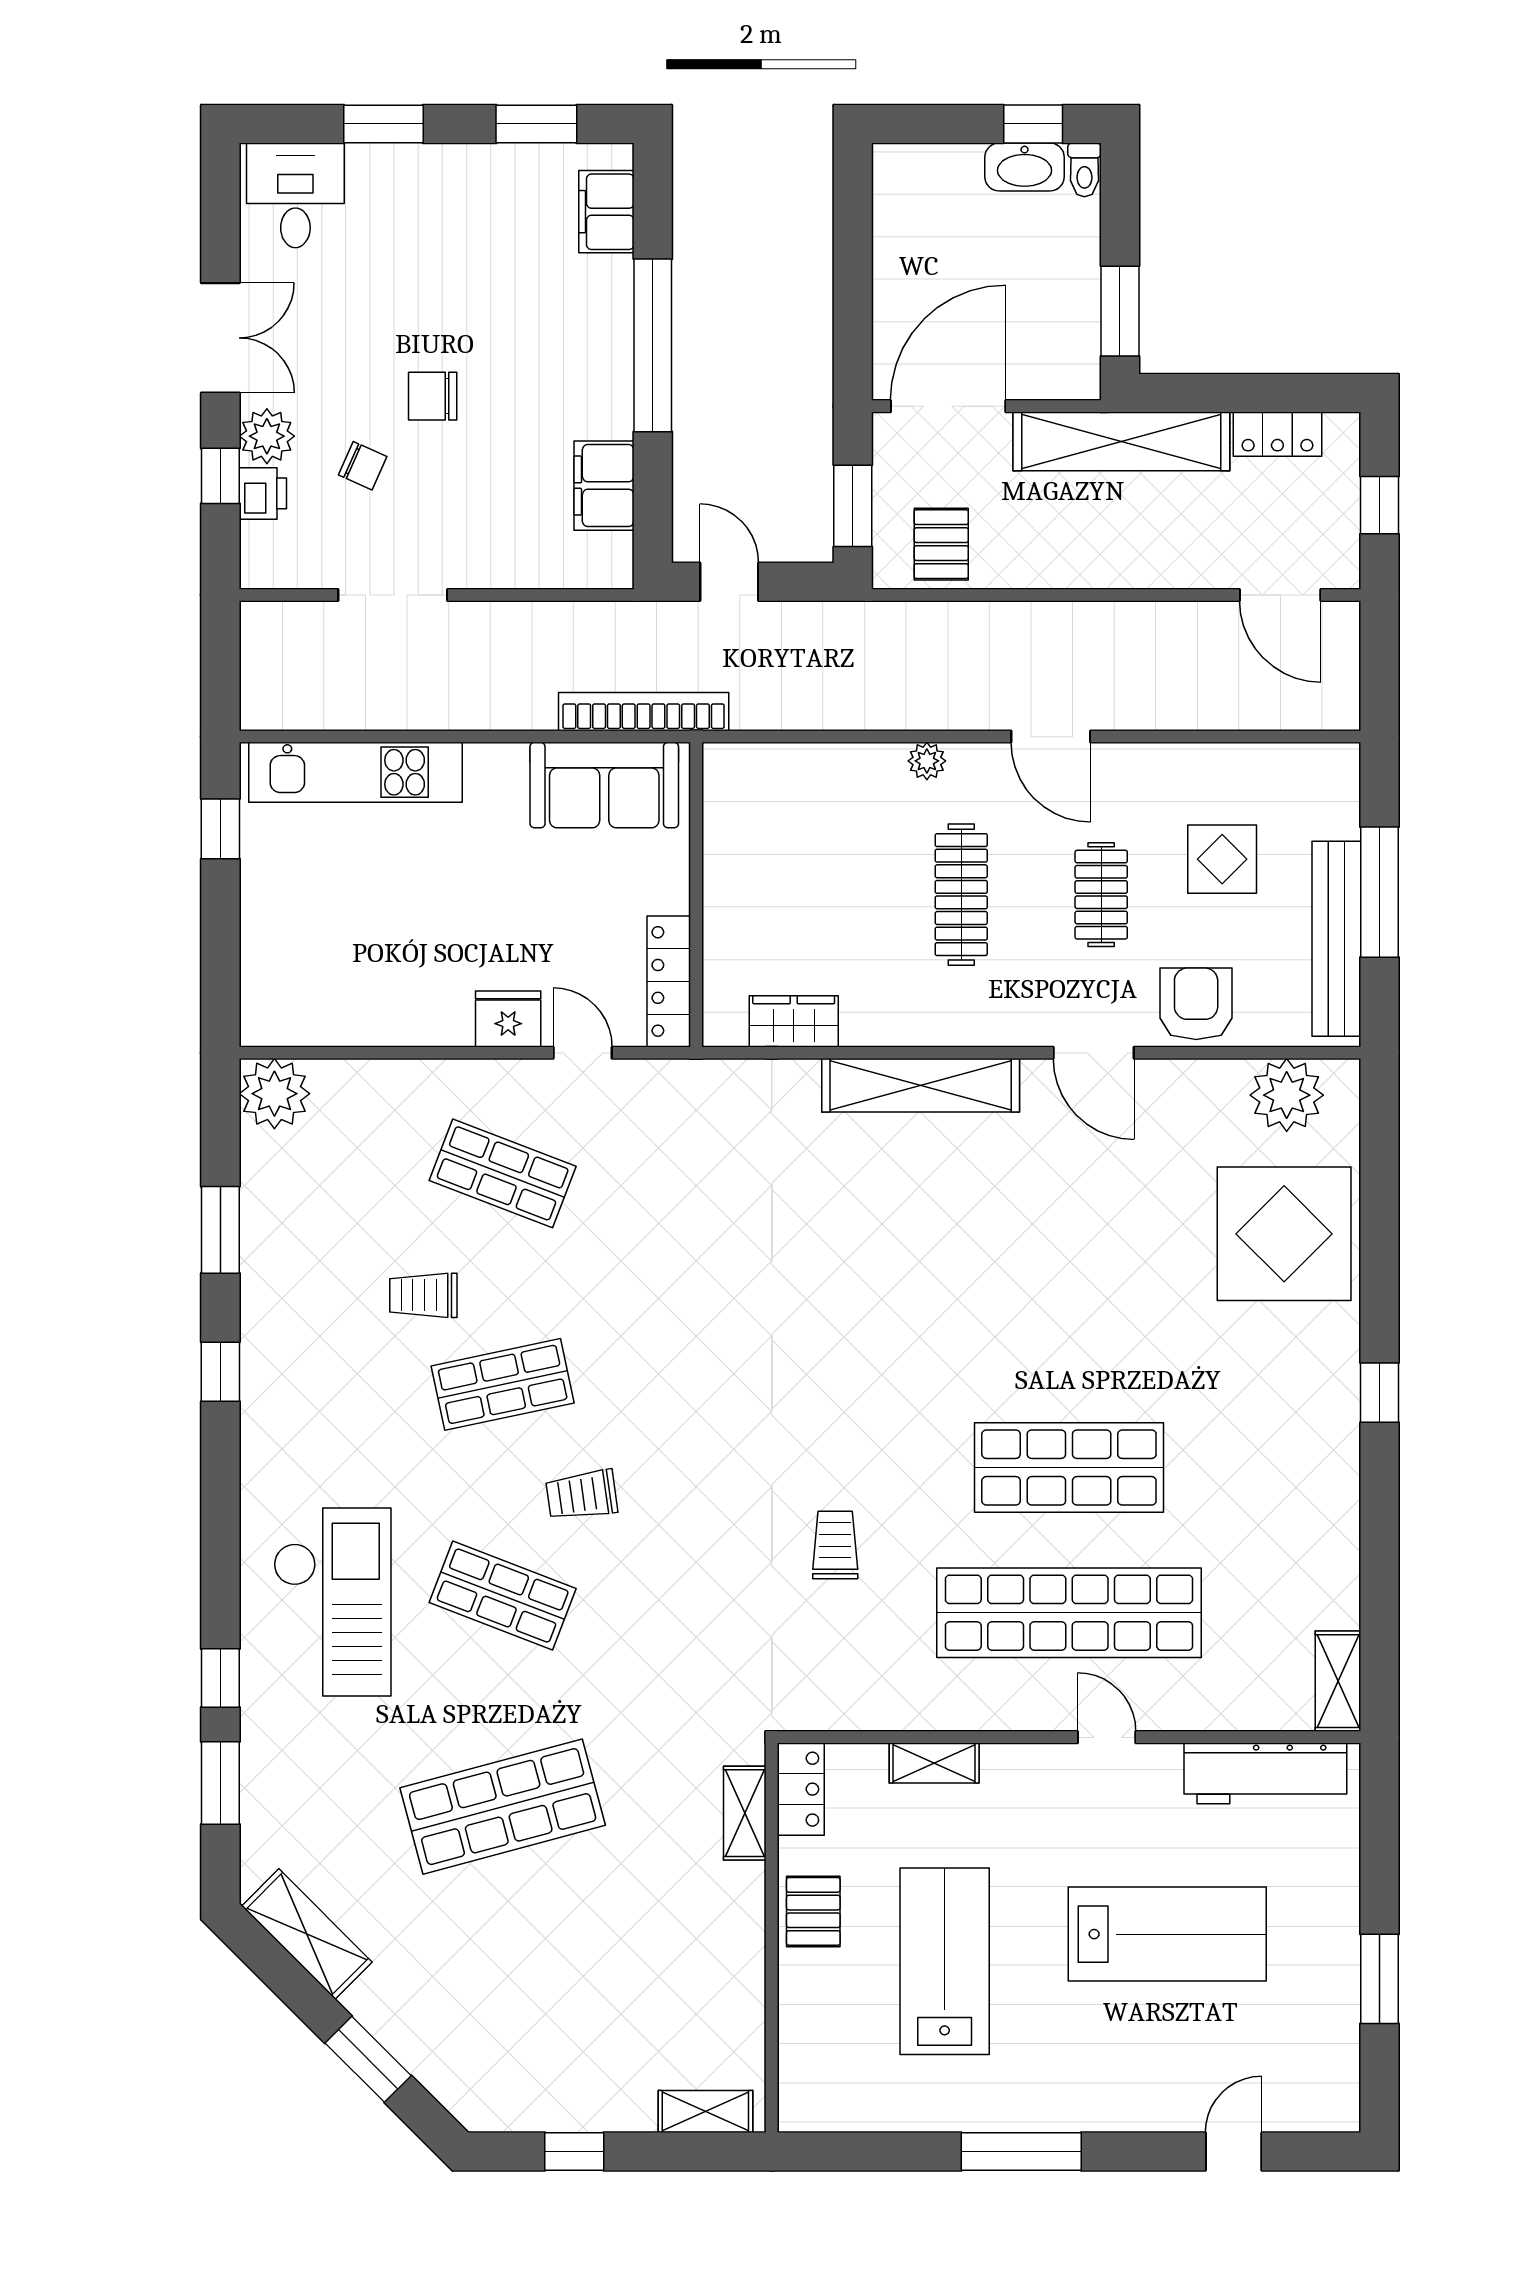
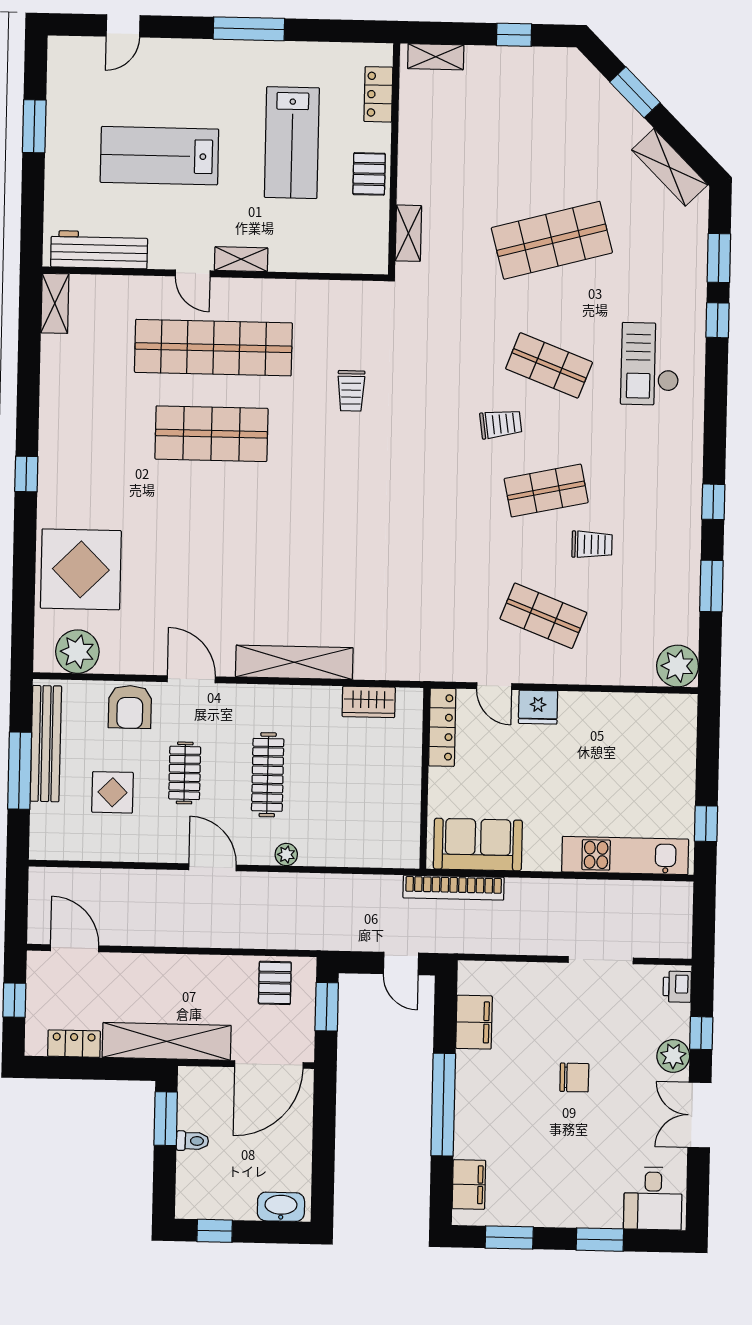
washbasin: (1025, 167) -> (281, 1207), moved
toilet: (1084, 170) -> (192, 1141), moved, turned 90
chair: (363, 466) -> (617, 1037), removed
printer: (263, 493) -> (677, 987), moved
checkout: (332, 1602) -> (650, 364), width x0.73, depth x0.83
shelving: (934, 1763) -> (241, 259), moved
locker: (801, 1789) -> (378, 94), moved

